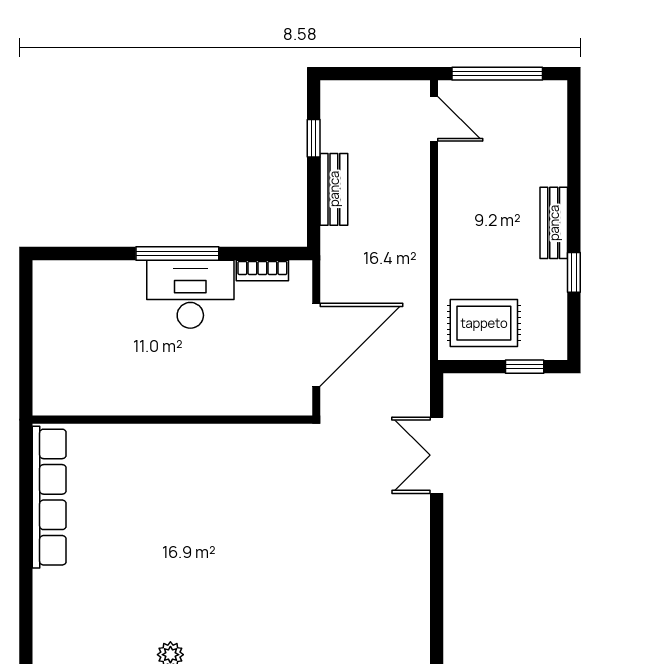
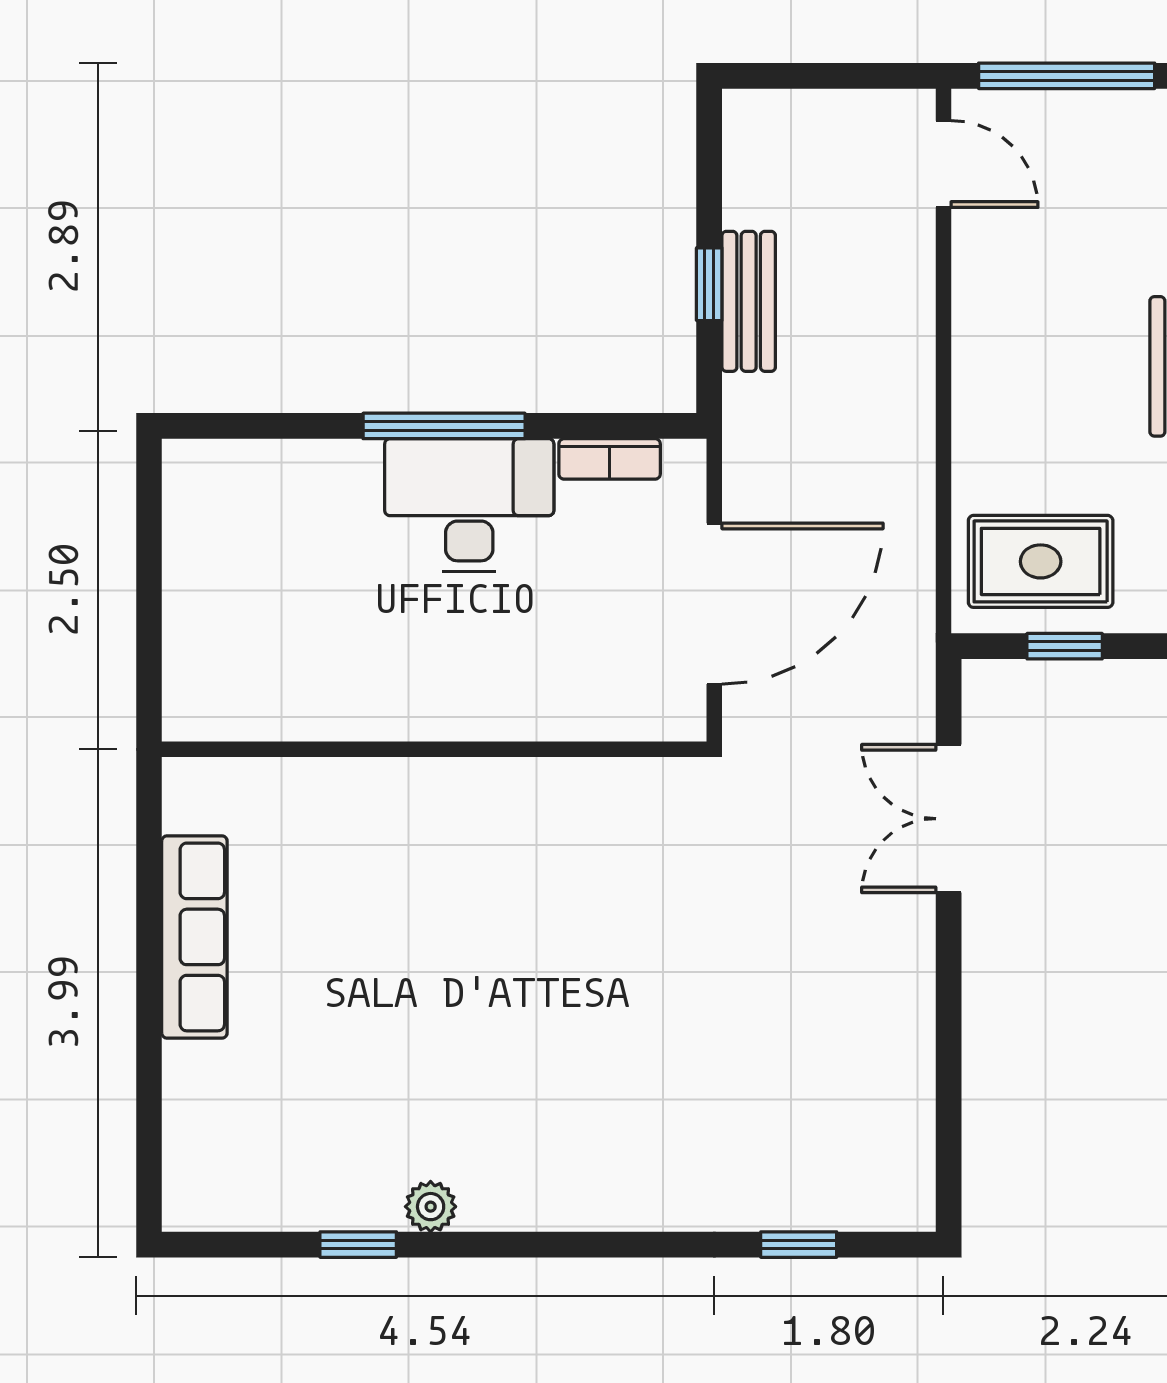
window: (314, 138) -> (709, 284), moved
window: (525, 367) -> (1065, 646), moved
row of seats: (49, 497) -> (194, 937), width x0.73

